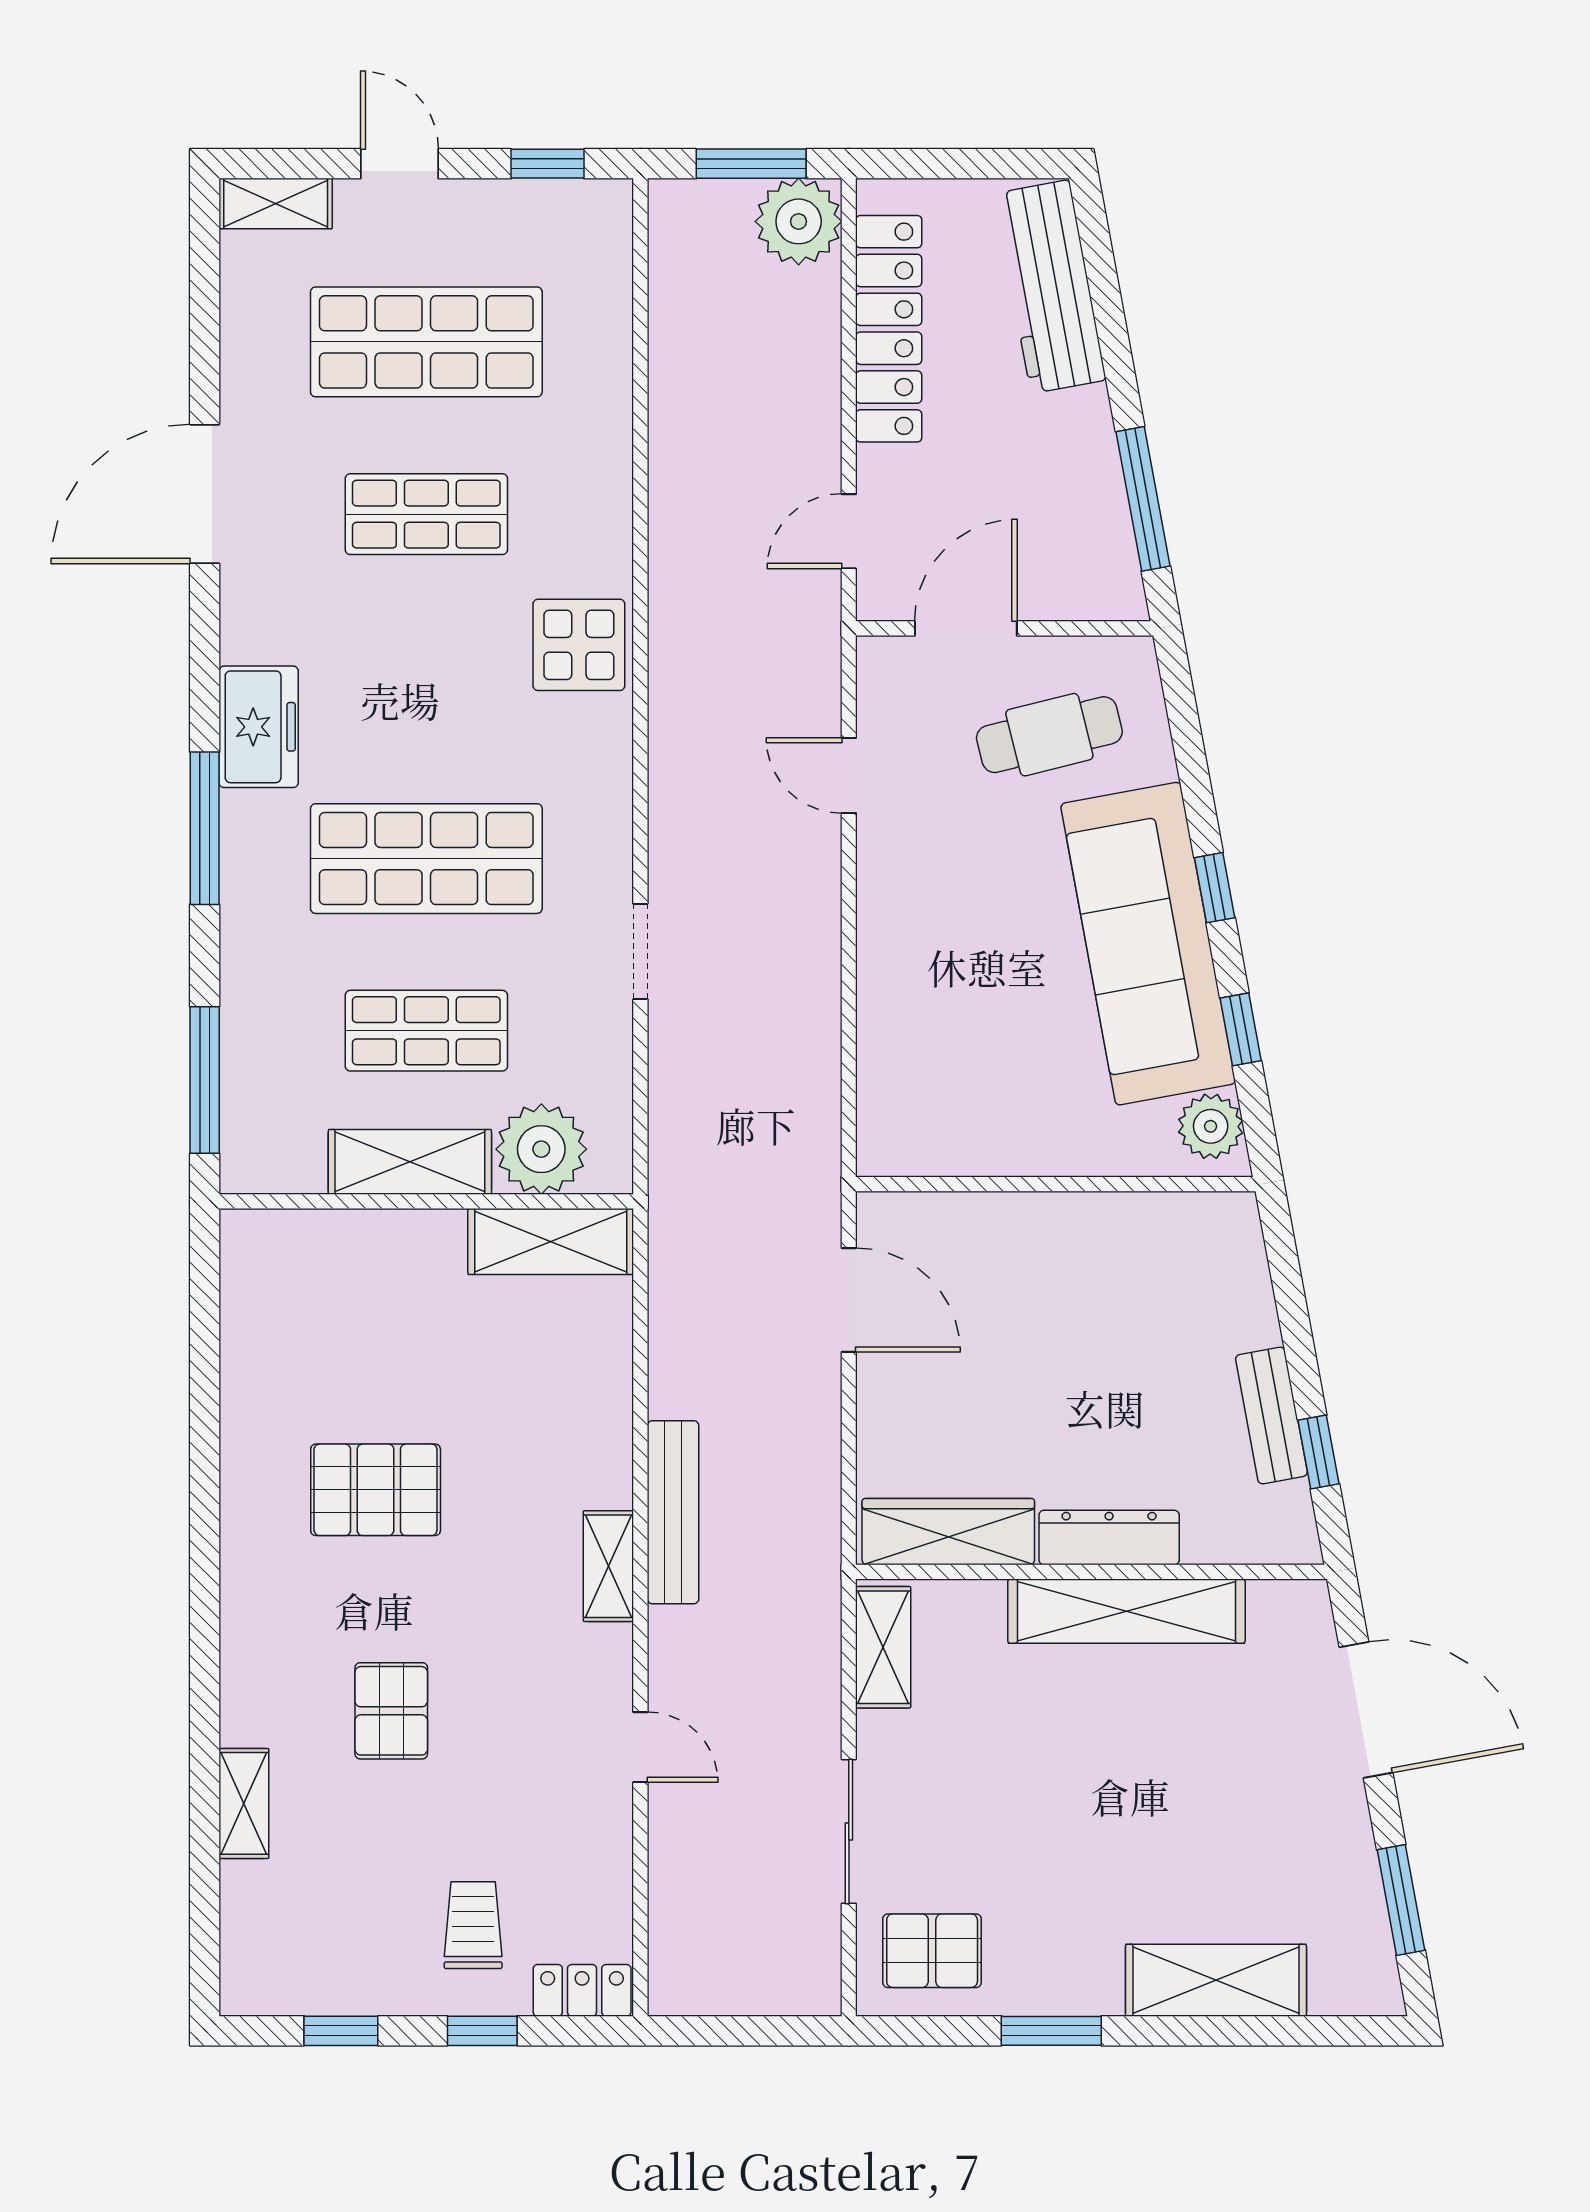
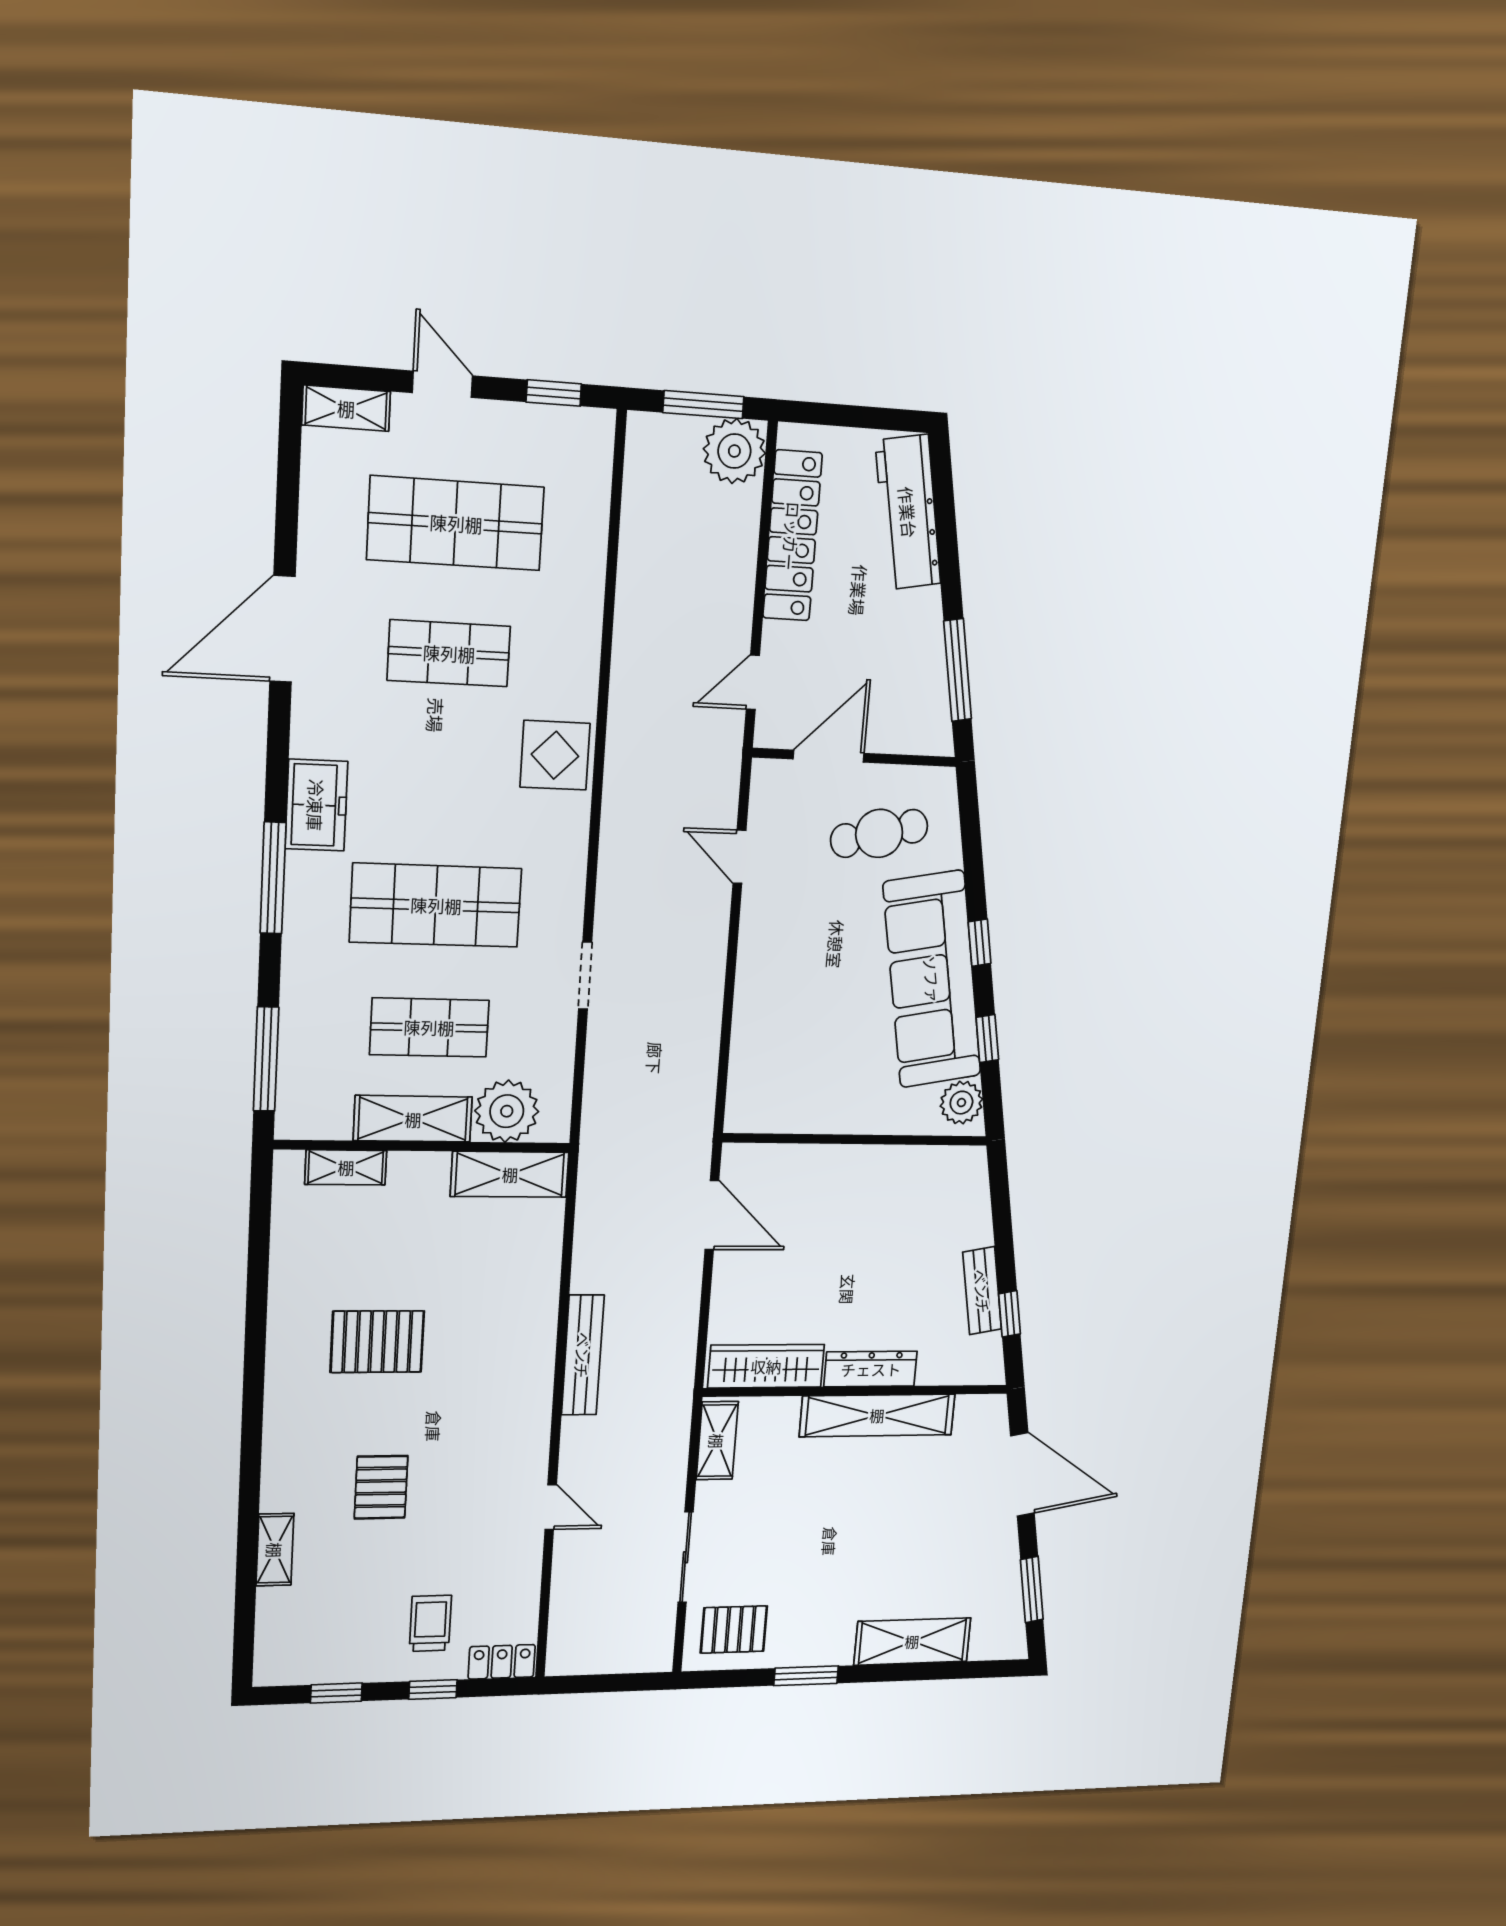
shelving: (608, 1566) -> (346, 1167), moved, turned 90

